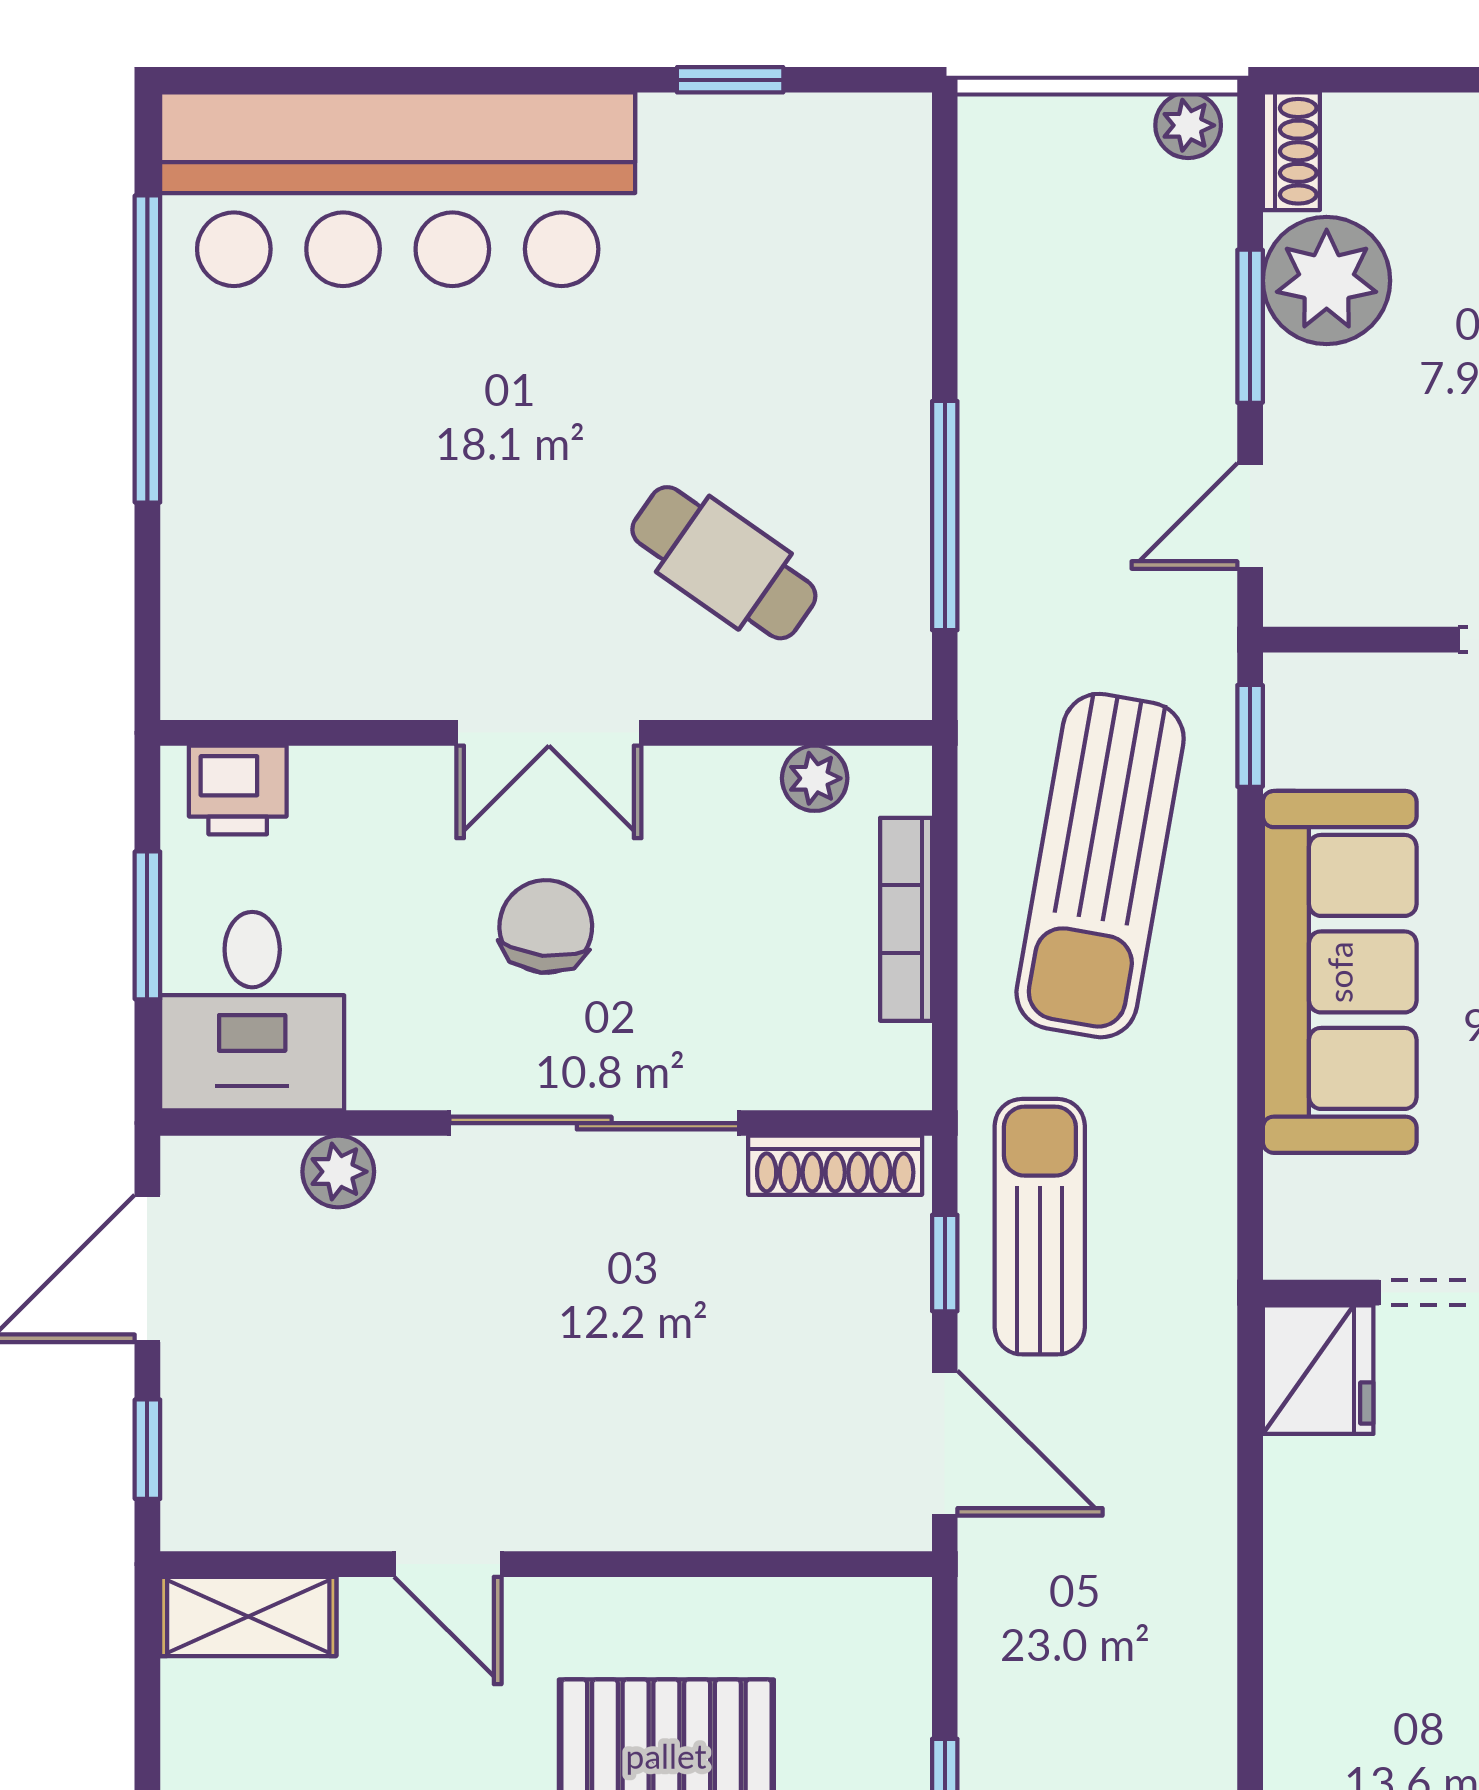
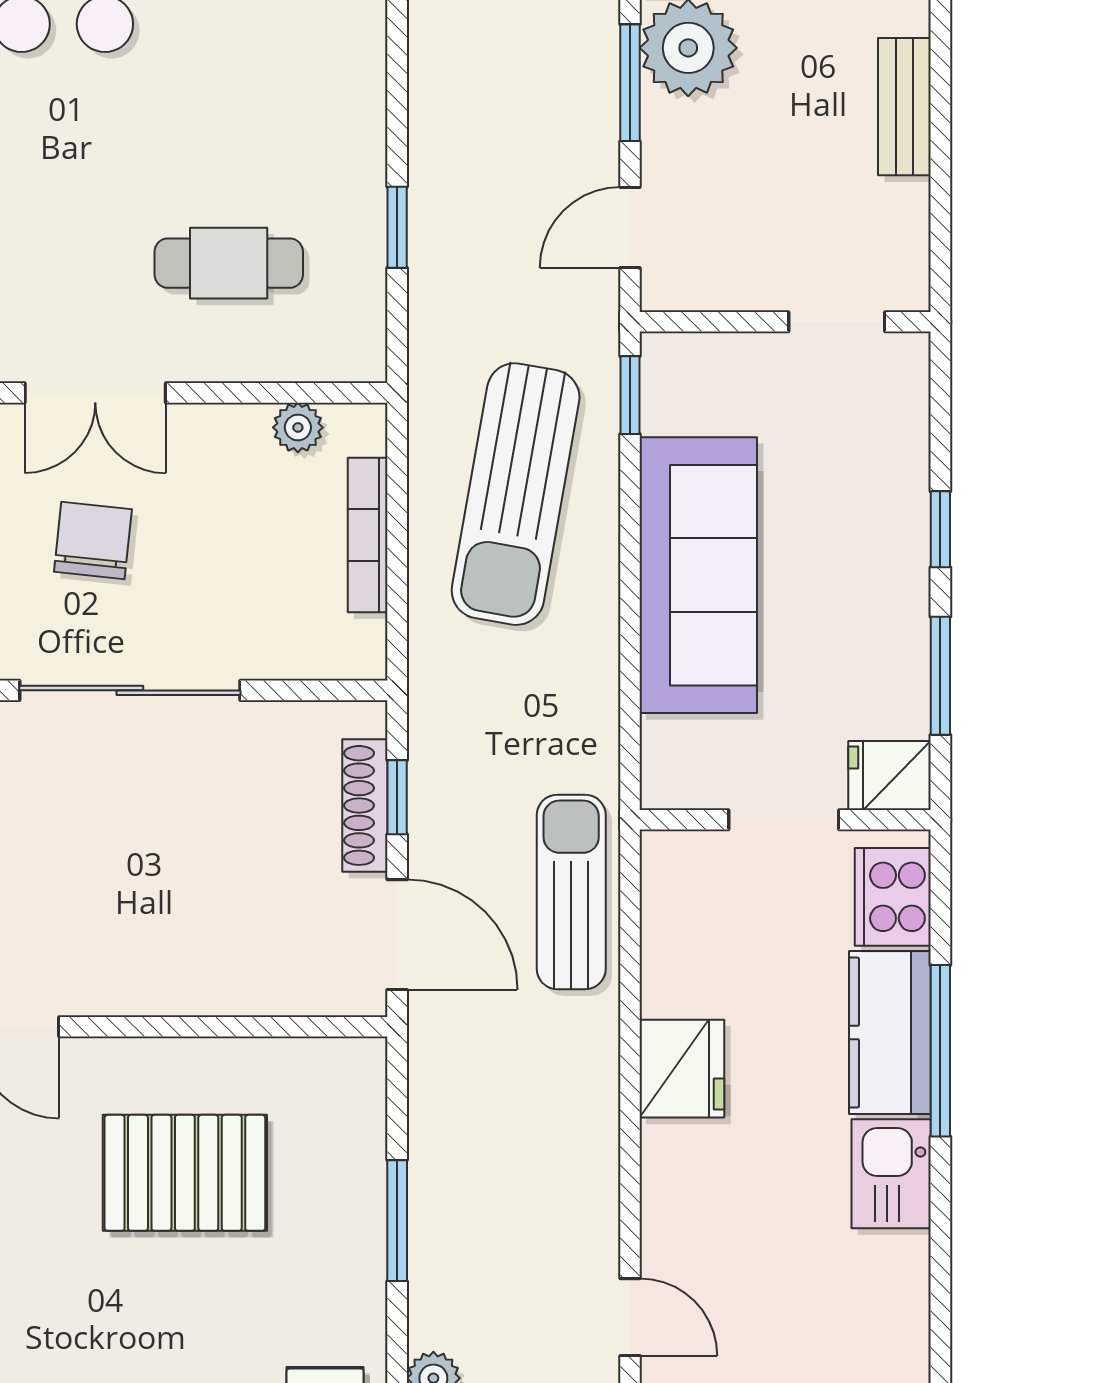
window: (945, 516) -> (397, 227), width x0.46
cafe table: (724, 563) -> (229, 263), turned -35
shoe rack: (835, 1165) -> (365, 805), moved, turned 90
sun lounger: (1040, 1227) -> (571, 892), moved
fridge: (1318, 1370) -> (682, 1069), moved

